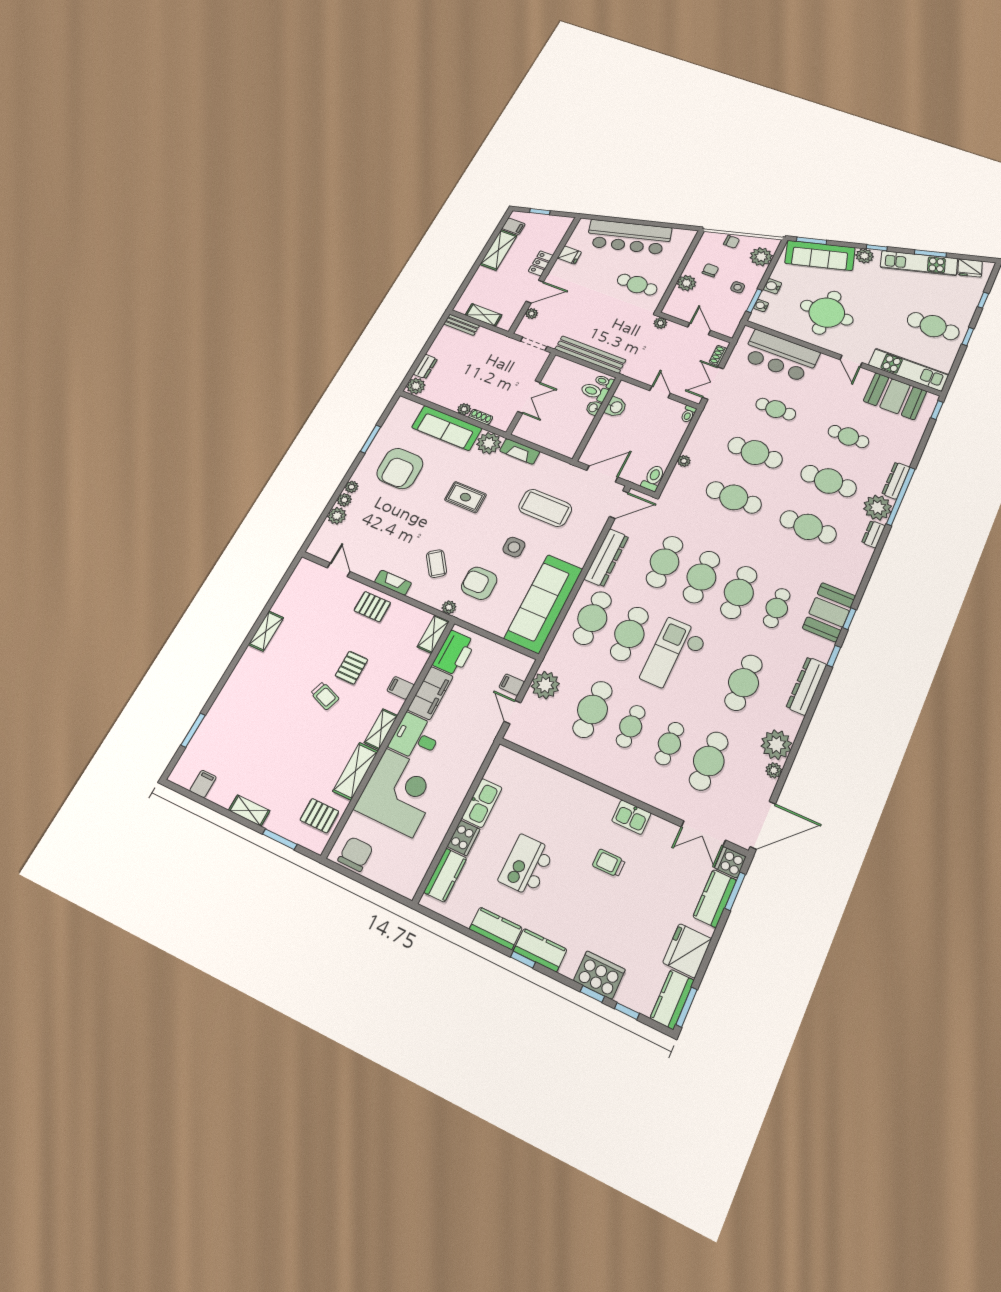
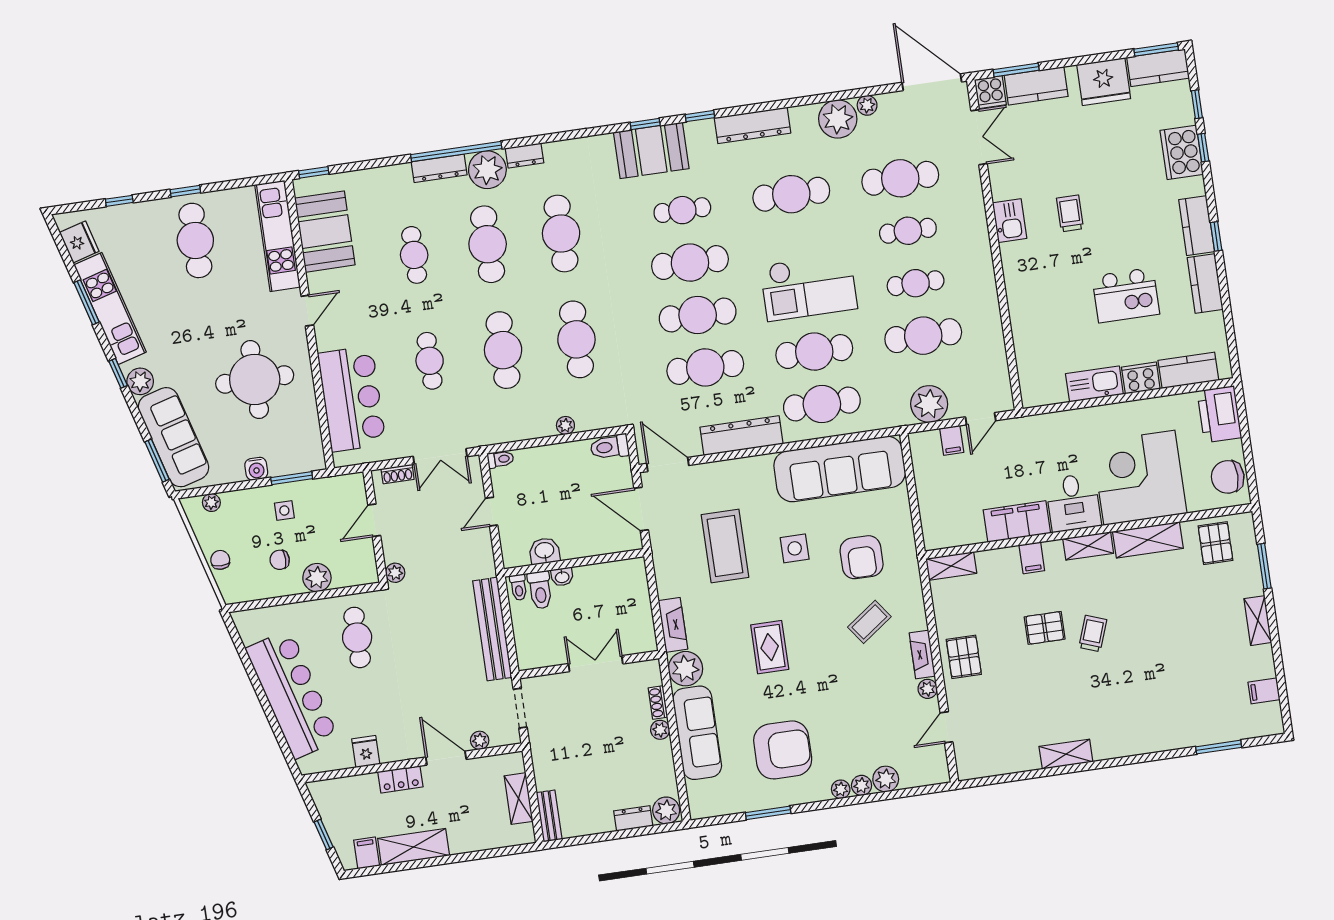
plant: (761, 257) -> (211, 503), width x0.53, depth x0.53
water cooler: (761, 306) -> (294, 465), removed
plant: (449, 607) -> (928, 689), moved
printer: (454, 653) -> (1219, 414), moved, turned -90
trolley: (609, 863) -> (1070, 213), turned 180

